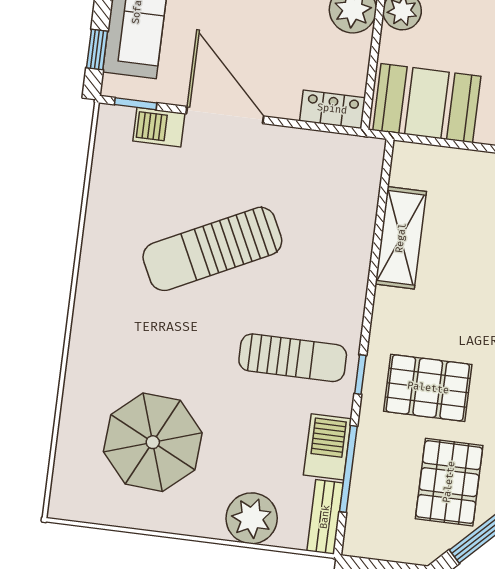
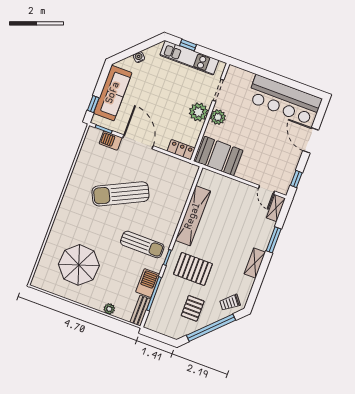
shelving: (401, 238) -> (193, 216), width x1.47
pallet: (449, 482) -> (193, 308), width x0.67, depth x0.71
plant: (252, 518) -> (109, 309), width x0.53, depth x0.53

